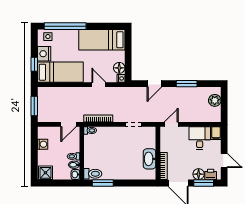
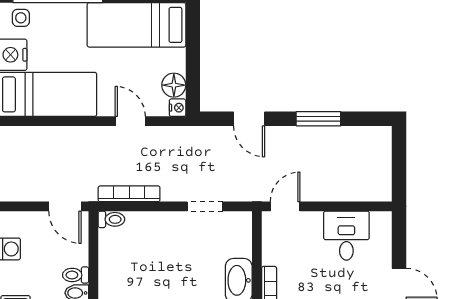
door: (154, 84) -> (249, 119), hinge flipped
plant: (215, 100) -> (379, 155), removed
door: (68, 124) -> (65, 206), hinge flipped
filing cabinet: (216, 133) -> (381, 225), removed

